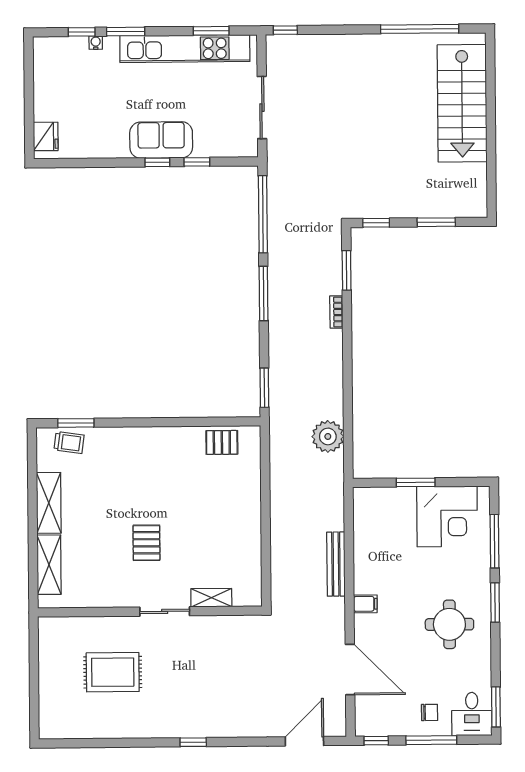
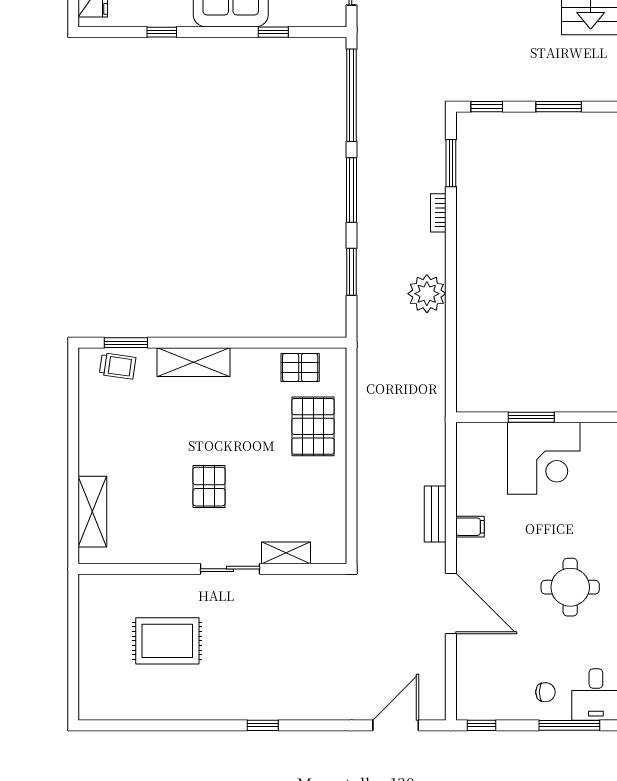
window: (157, 162) -> (162, 32), moved
window: (264, 388) -> (352, 272), moved
plant: (328, 436) -> (427, 294), moved
pallet: (233, 492) -> (313, 426), added
shelving: (49, 503) -> (193, 362), moved, turned 90
corner desk: (447, 516) -> (544, 458), moved
bench: (336, 564) -> (435, 514), width x0.73
filing cabinet: (365, 604) -> (470, 527), moved
door: (350, 670) -> (451, 604), moved
window: (431, 740) -> (569, 725), moved

